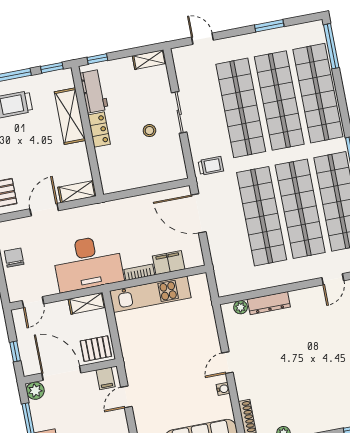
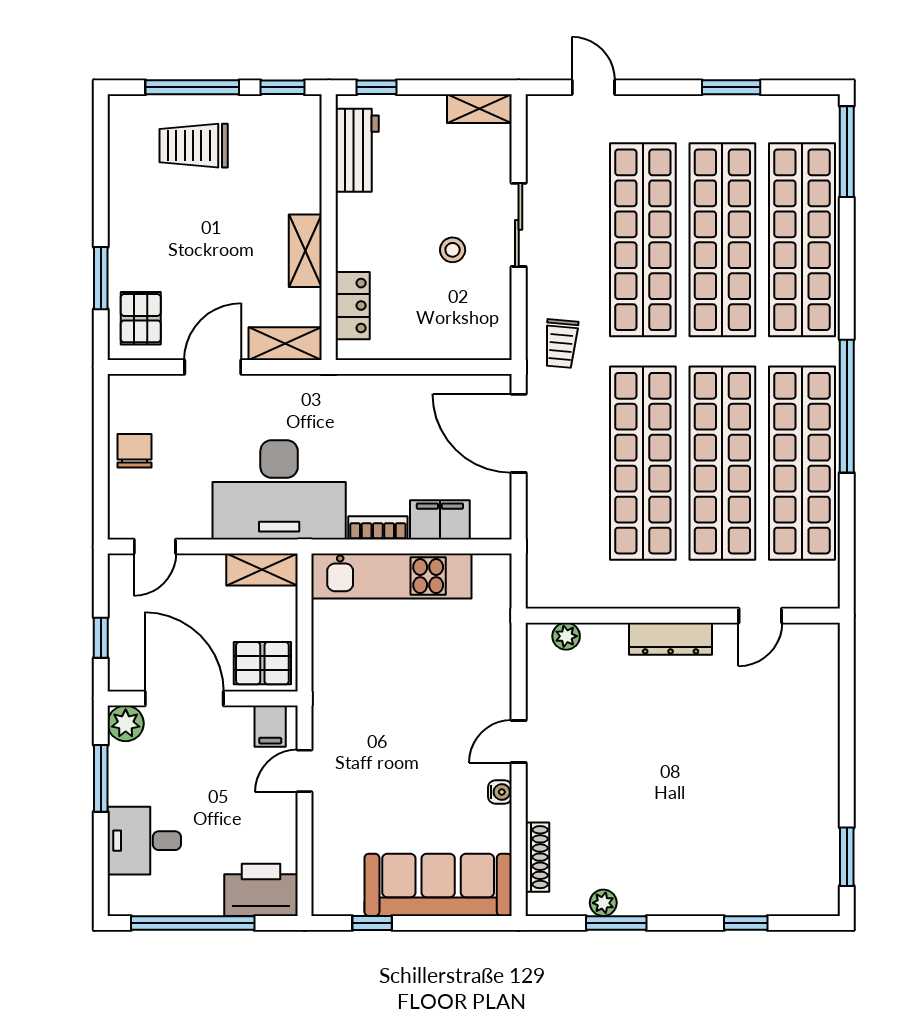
shelving: (70, 116) -> (305, 251), moved, width x0.67, depth x0.75
locker: (99, 130) -> (353, 306), moved
trolley: (211, 166) -> (561, 344), turned 95
dresser: (269, 303) -> (671, 639), moved

